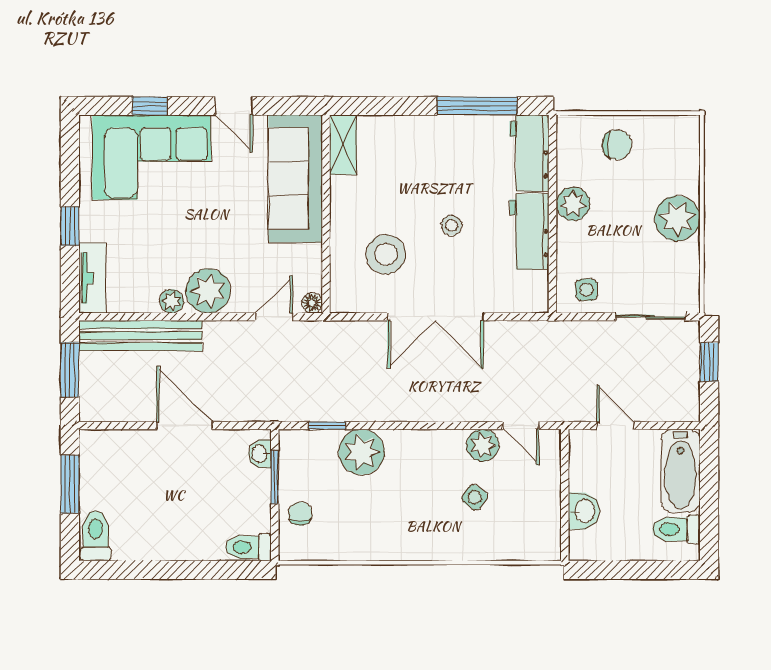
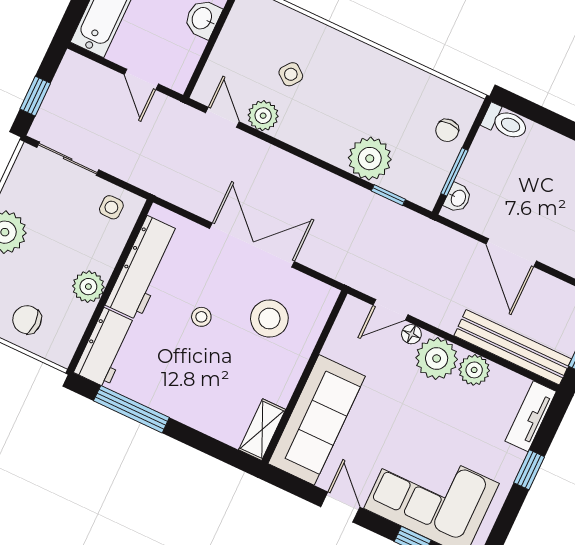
workbench: (529, 232) -> (143, 268), width x1.38
plant: (172, 301) -> (474, 370), width x1.38, depth x1.38
floor lamp: (312, 303) -> (411, 334), moved

